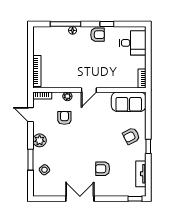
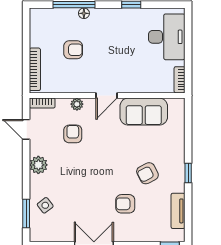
armchair: (97, 35) -> (73, 50), moved
desk: (133, 43) -> (167, 37), width x1.37
sofa: (129, 102) -> (144, 112), moved
armchair: (131, 136) -> (147, 173), moved
window: (31, 160) -> (26, 213), moved

